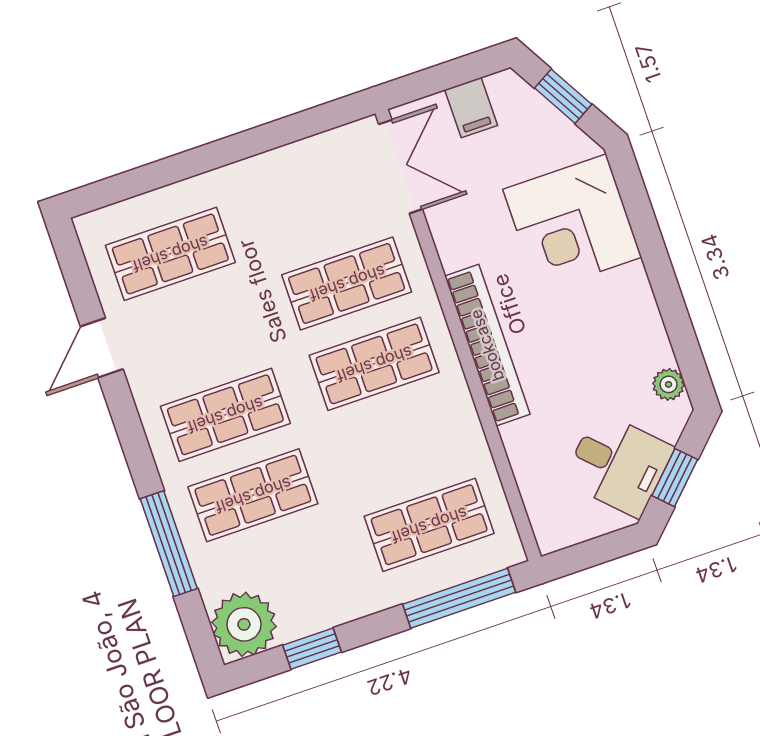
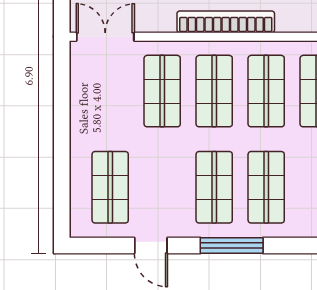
shop shelf: (402, 444) -> (266, 91), added
window: (169, 544) -> (232, 246), moved

